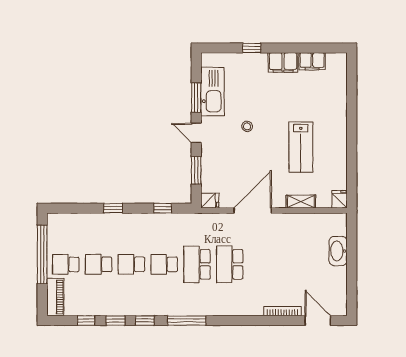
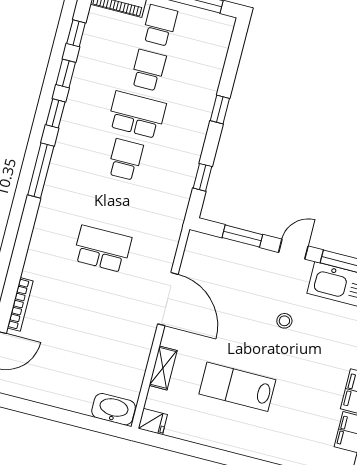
fridge: (210, 201) -> (196, 244), removed
washbasin: (338, 251) -> (114, 409), moved
school desk: (131, 264) -> (137, 115), width x1.85
school desk: (197, 264) -> (114, 204), removed

